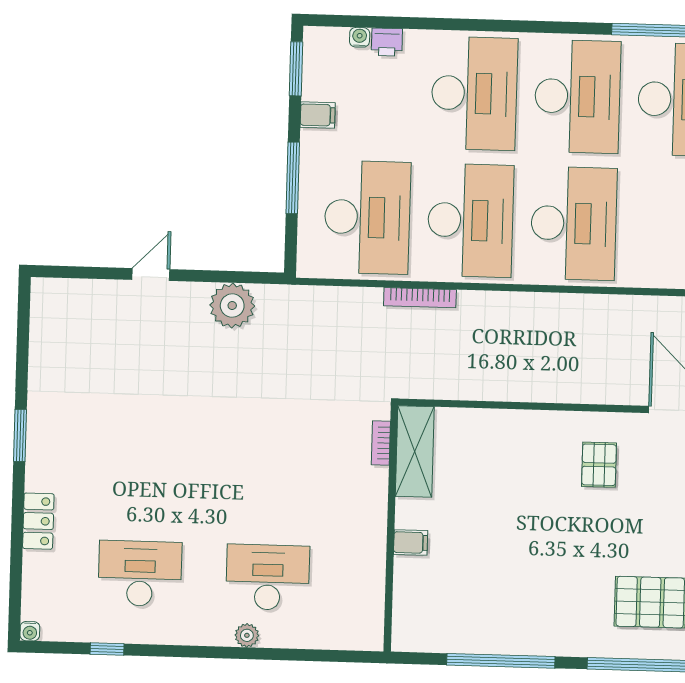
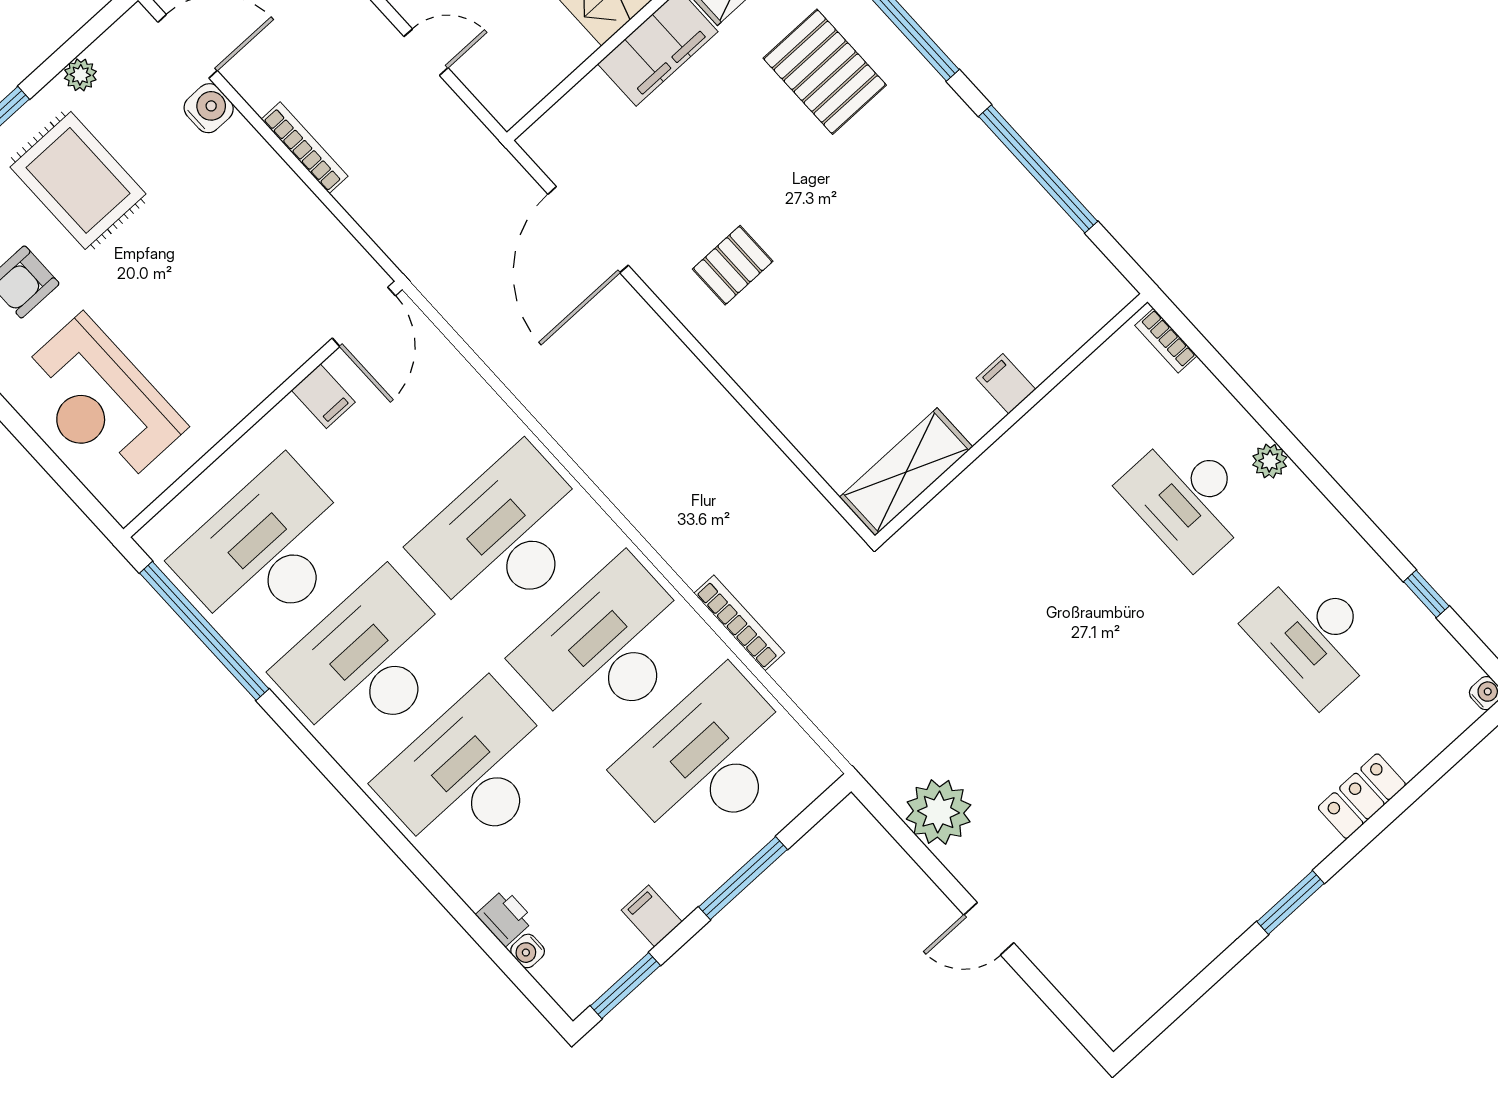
bookcase: (381, 443) -> (1166, 341), moved, turned 90

